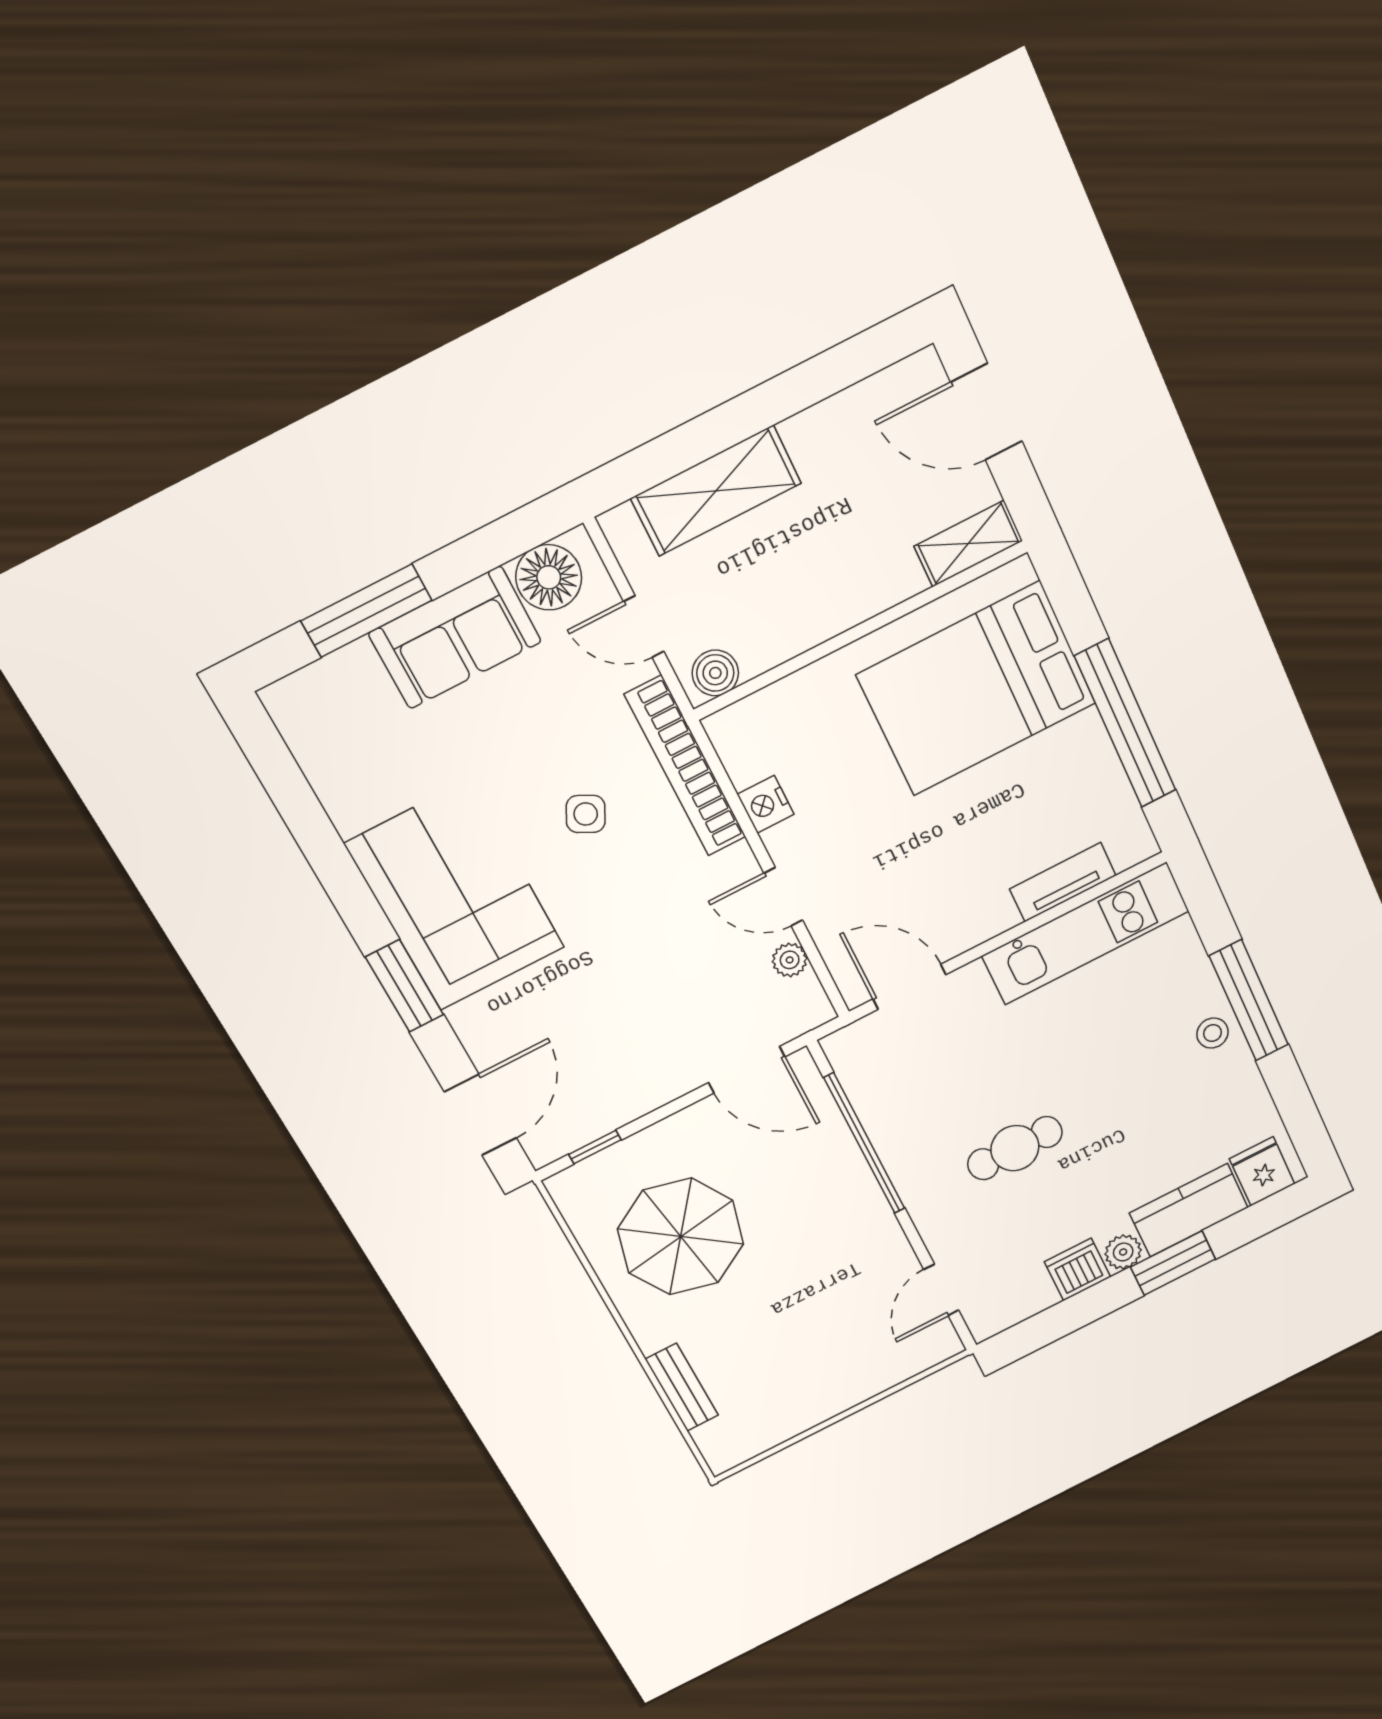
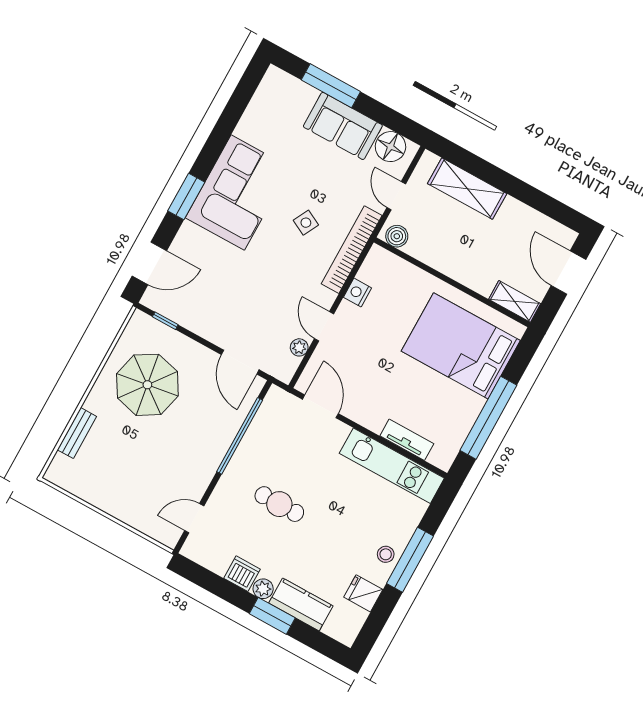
fridge: (1262, 1171) -> (363, 593), moved, turned -90

